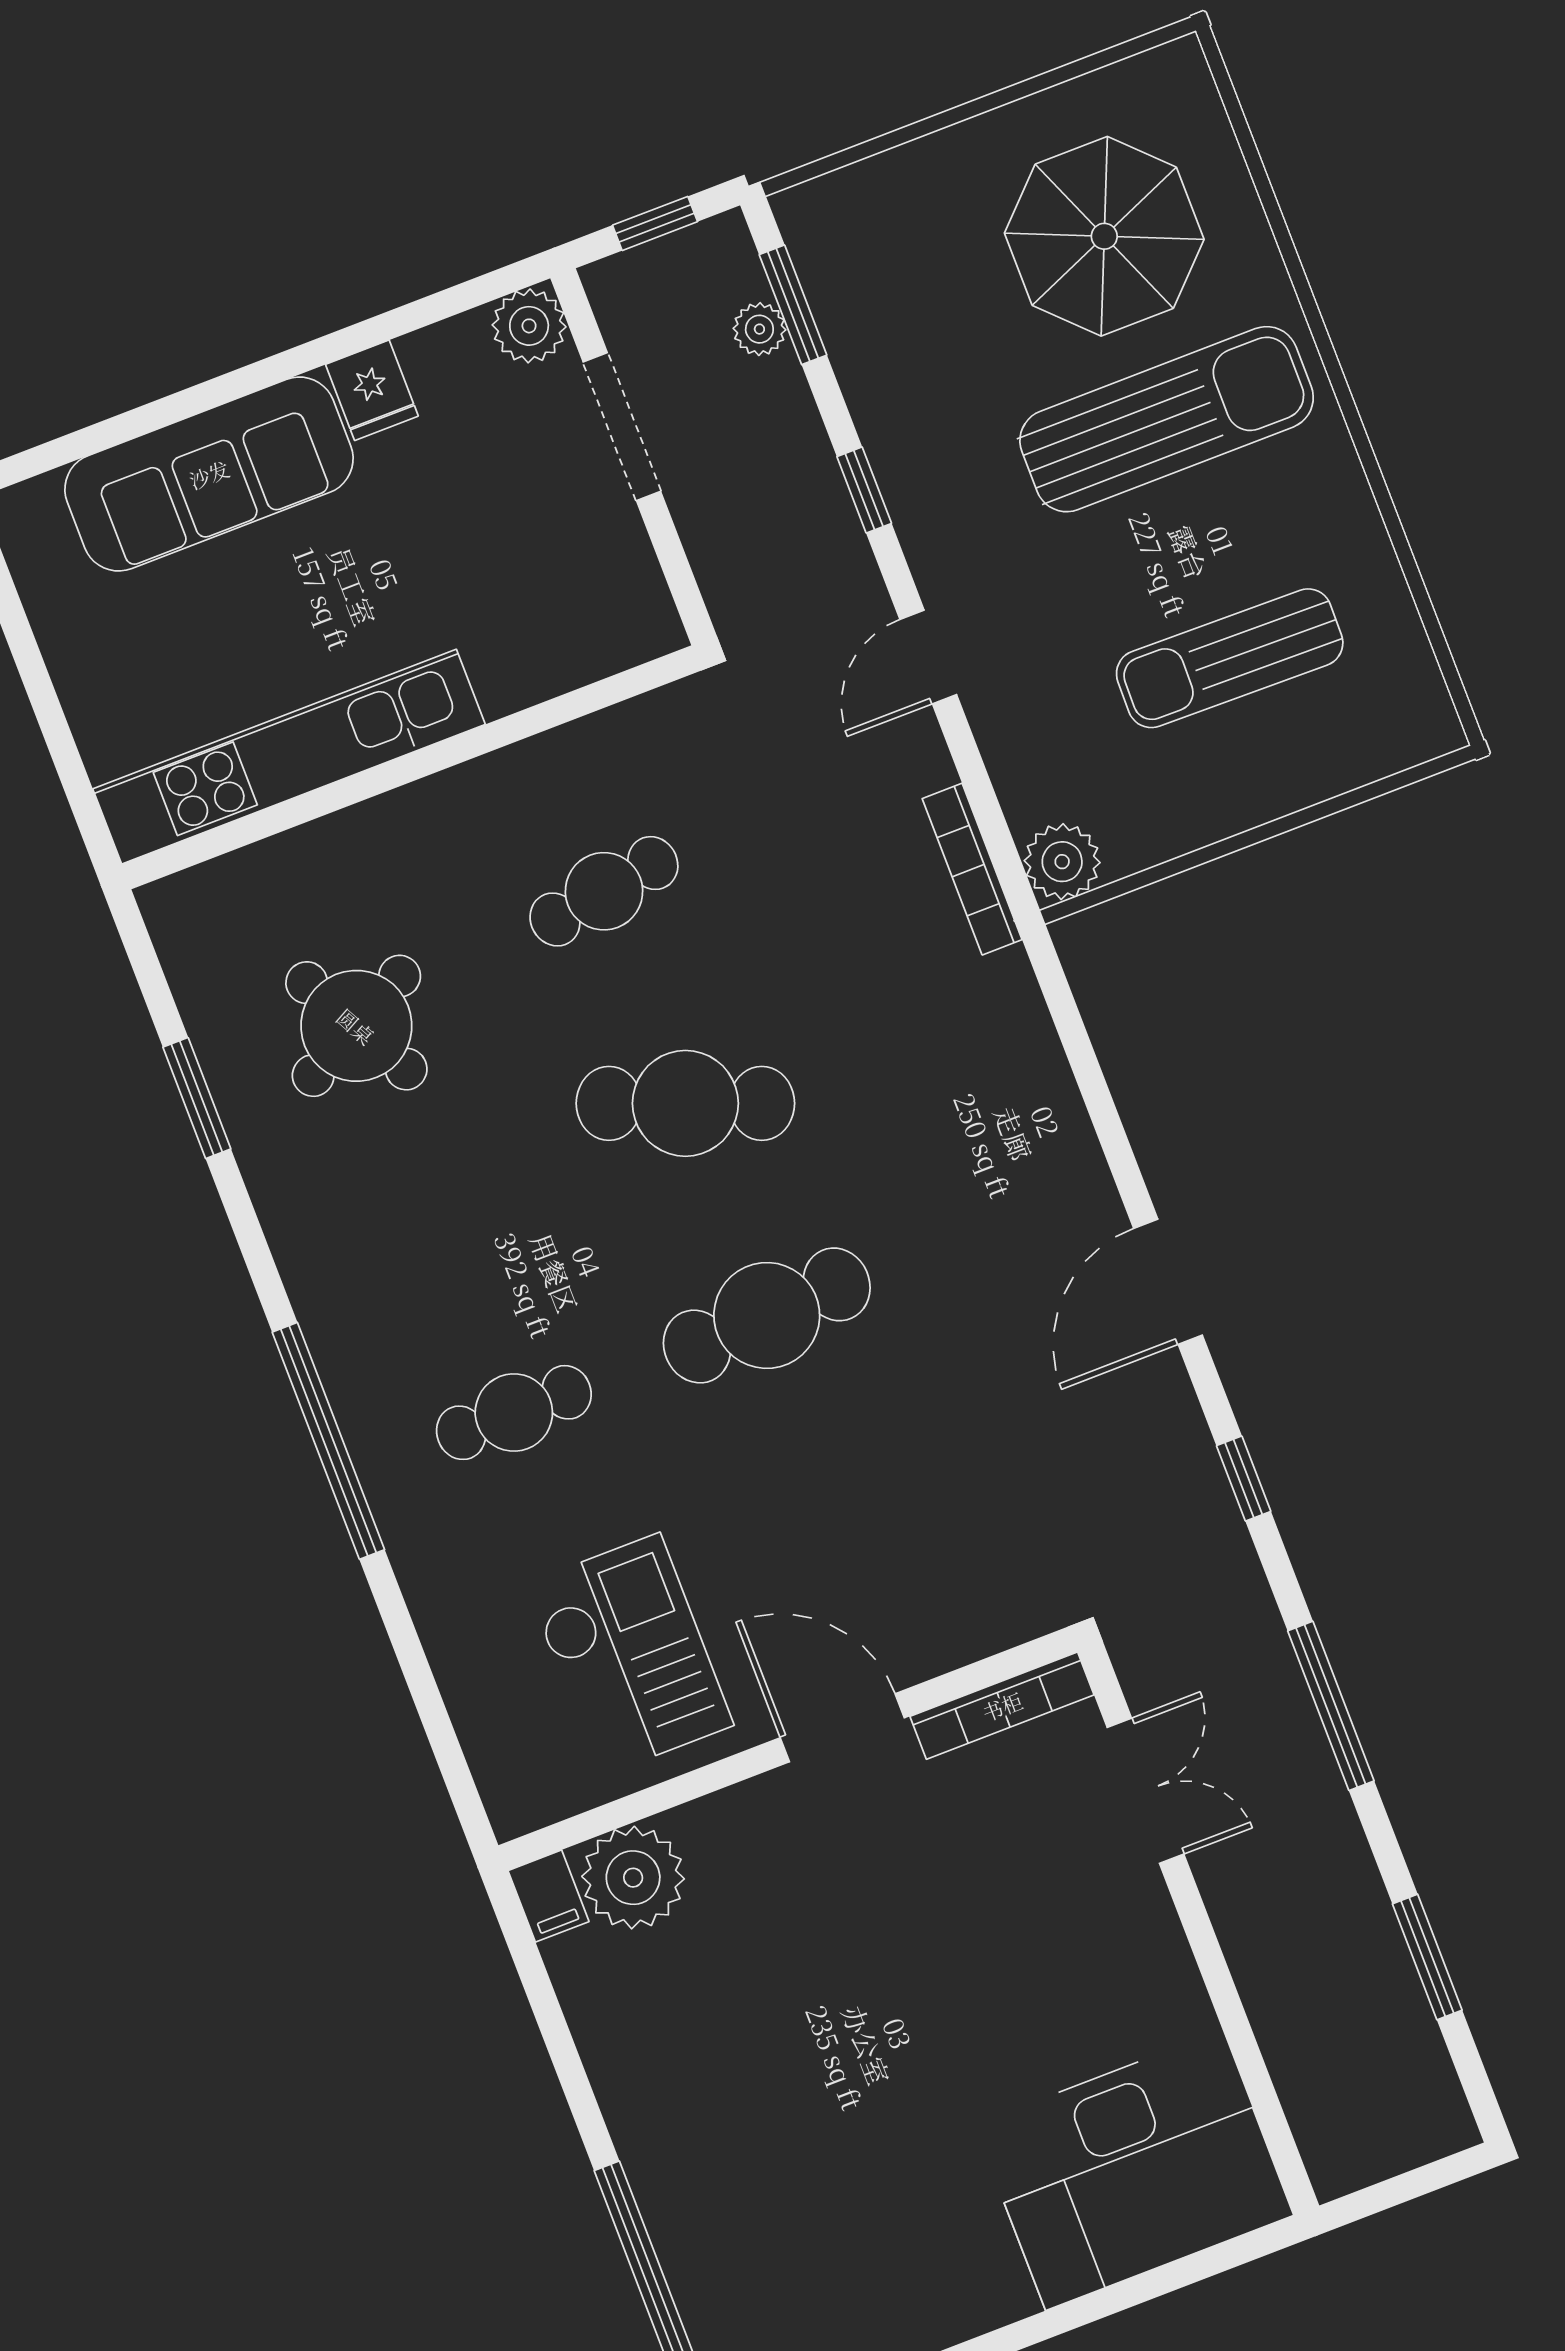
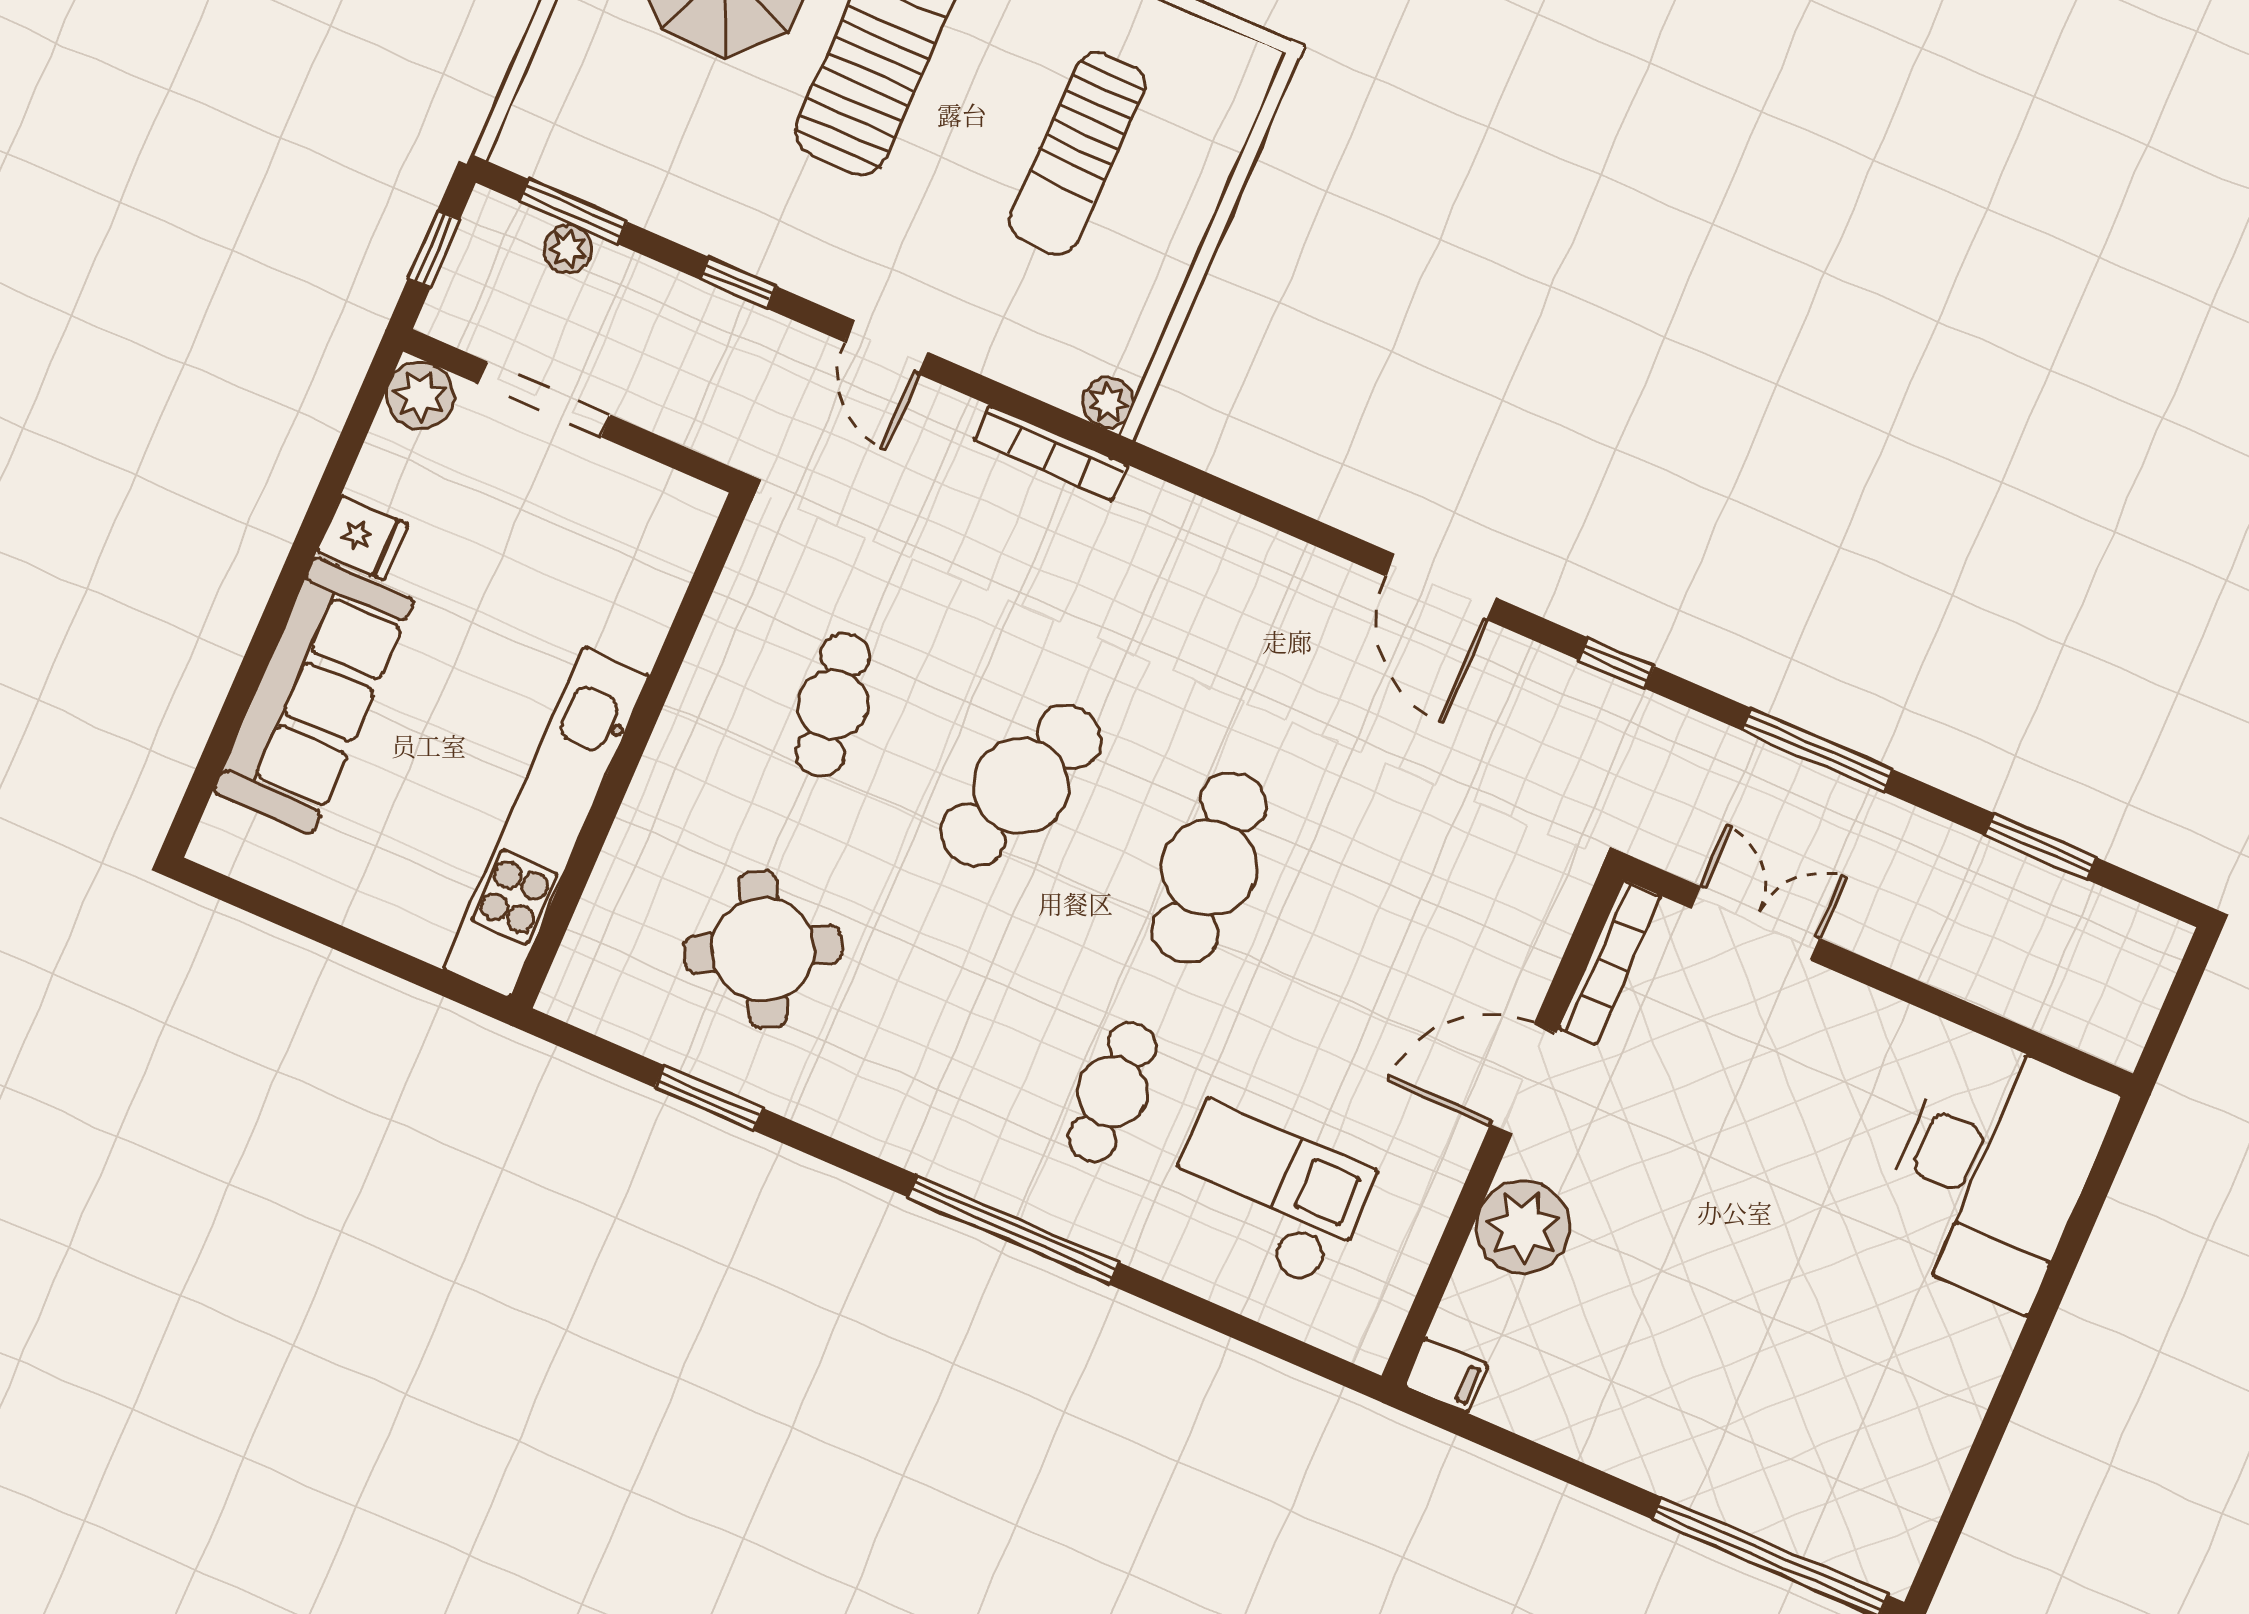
plant: (1062, 862) -> (1108, 402), width x0.73, depth x0.73
checkout: (629, 1655) -> (1267, 1194), moved
plant: (633, 1878) -> (1523, 1227), moved

